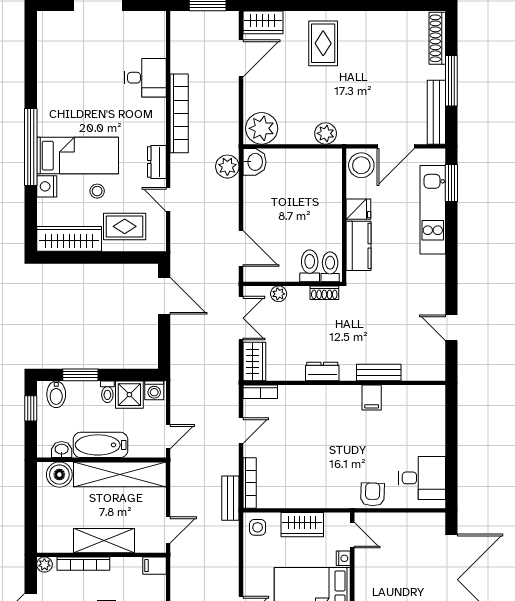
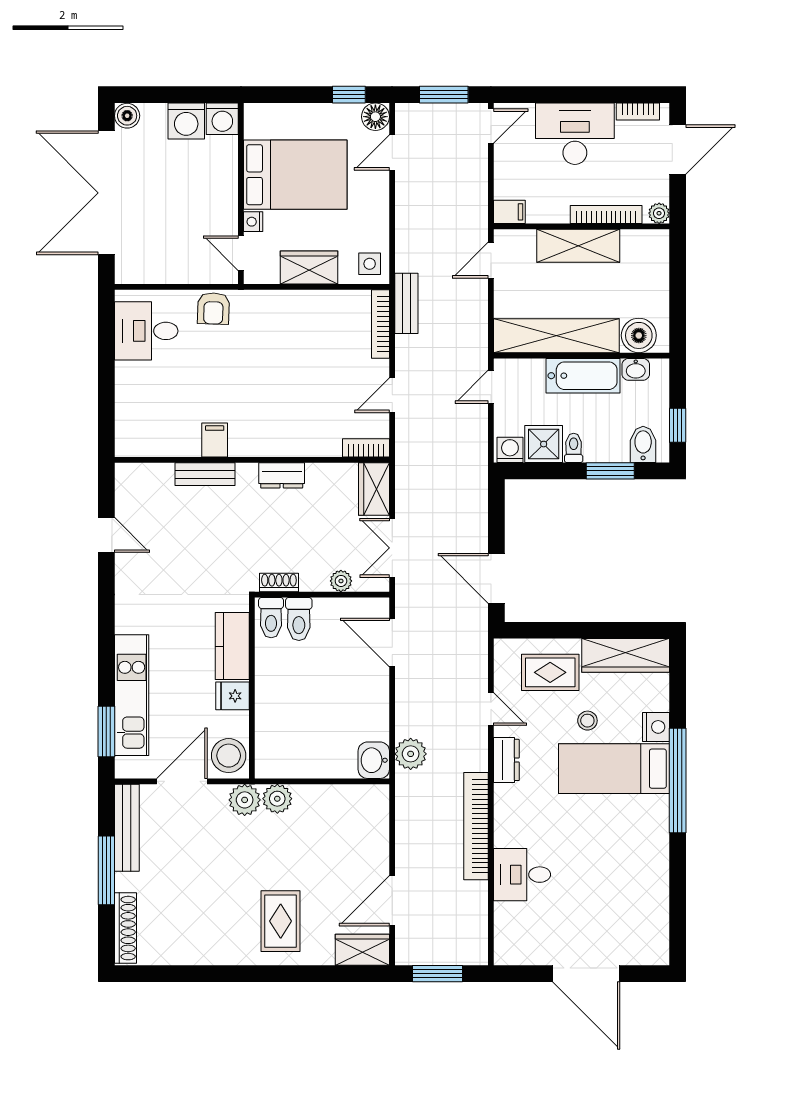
plant: (262, 128) -> (245, 800), moved, width x0.73, depth x0.73

